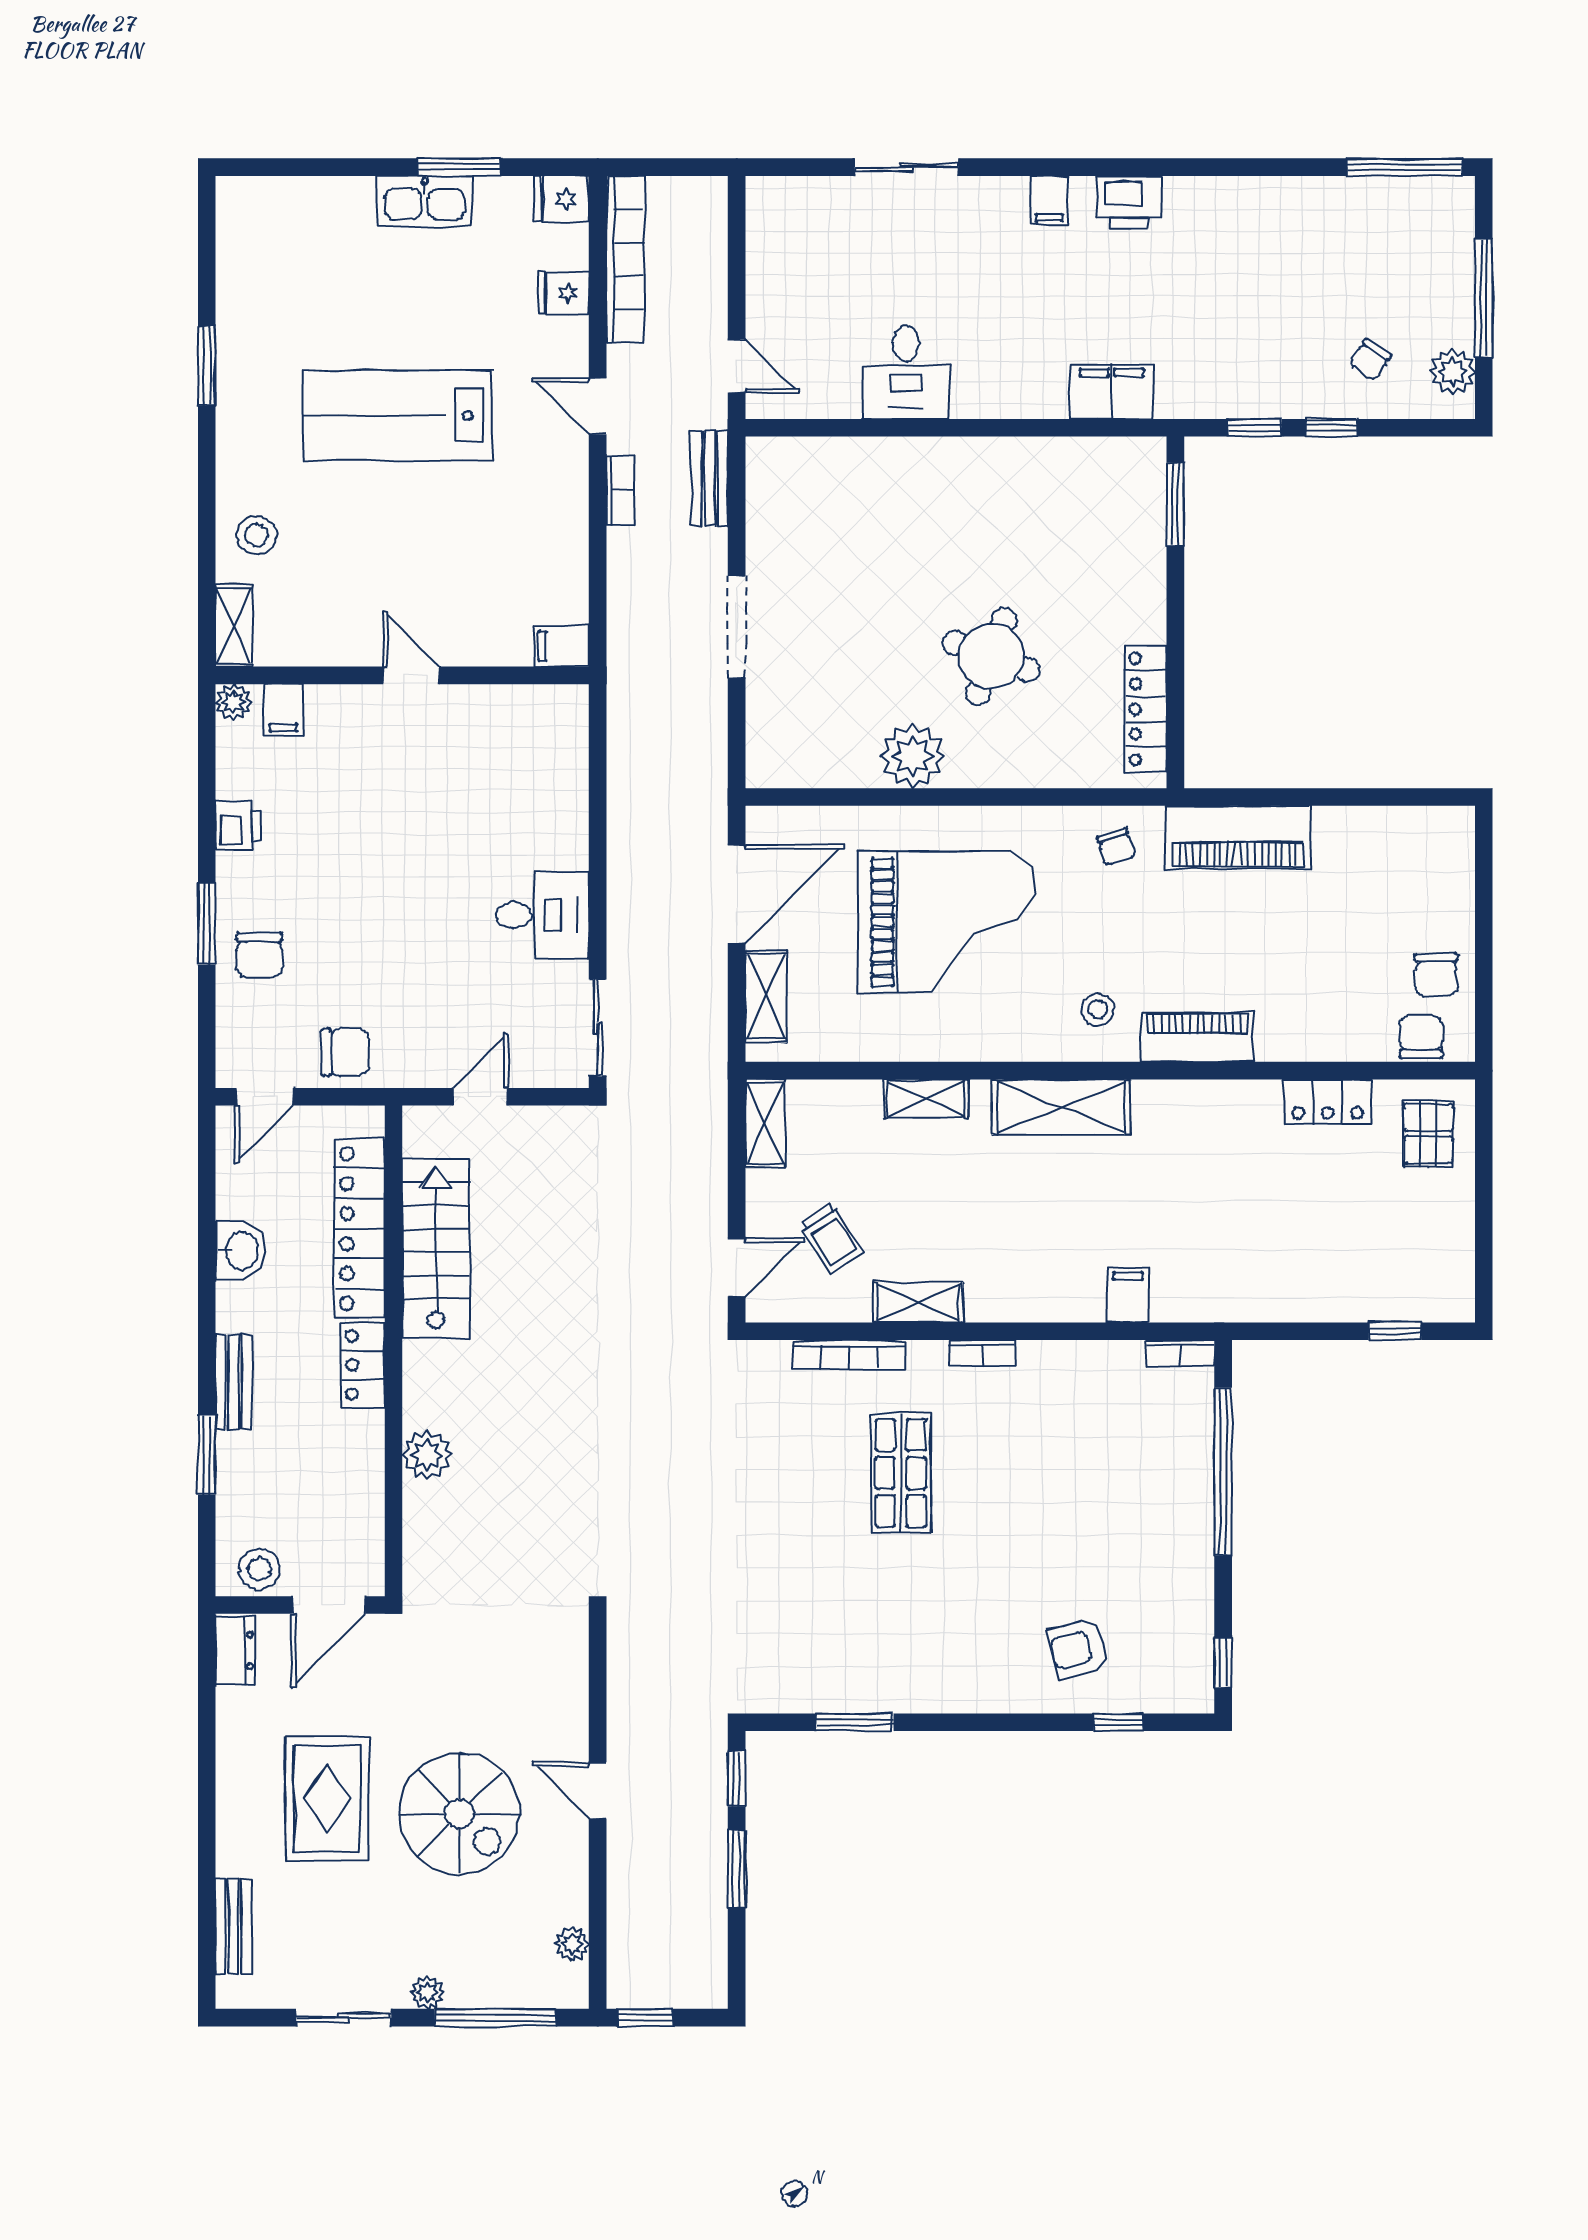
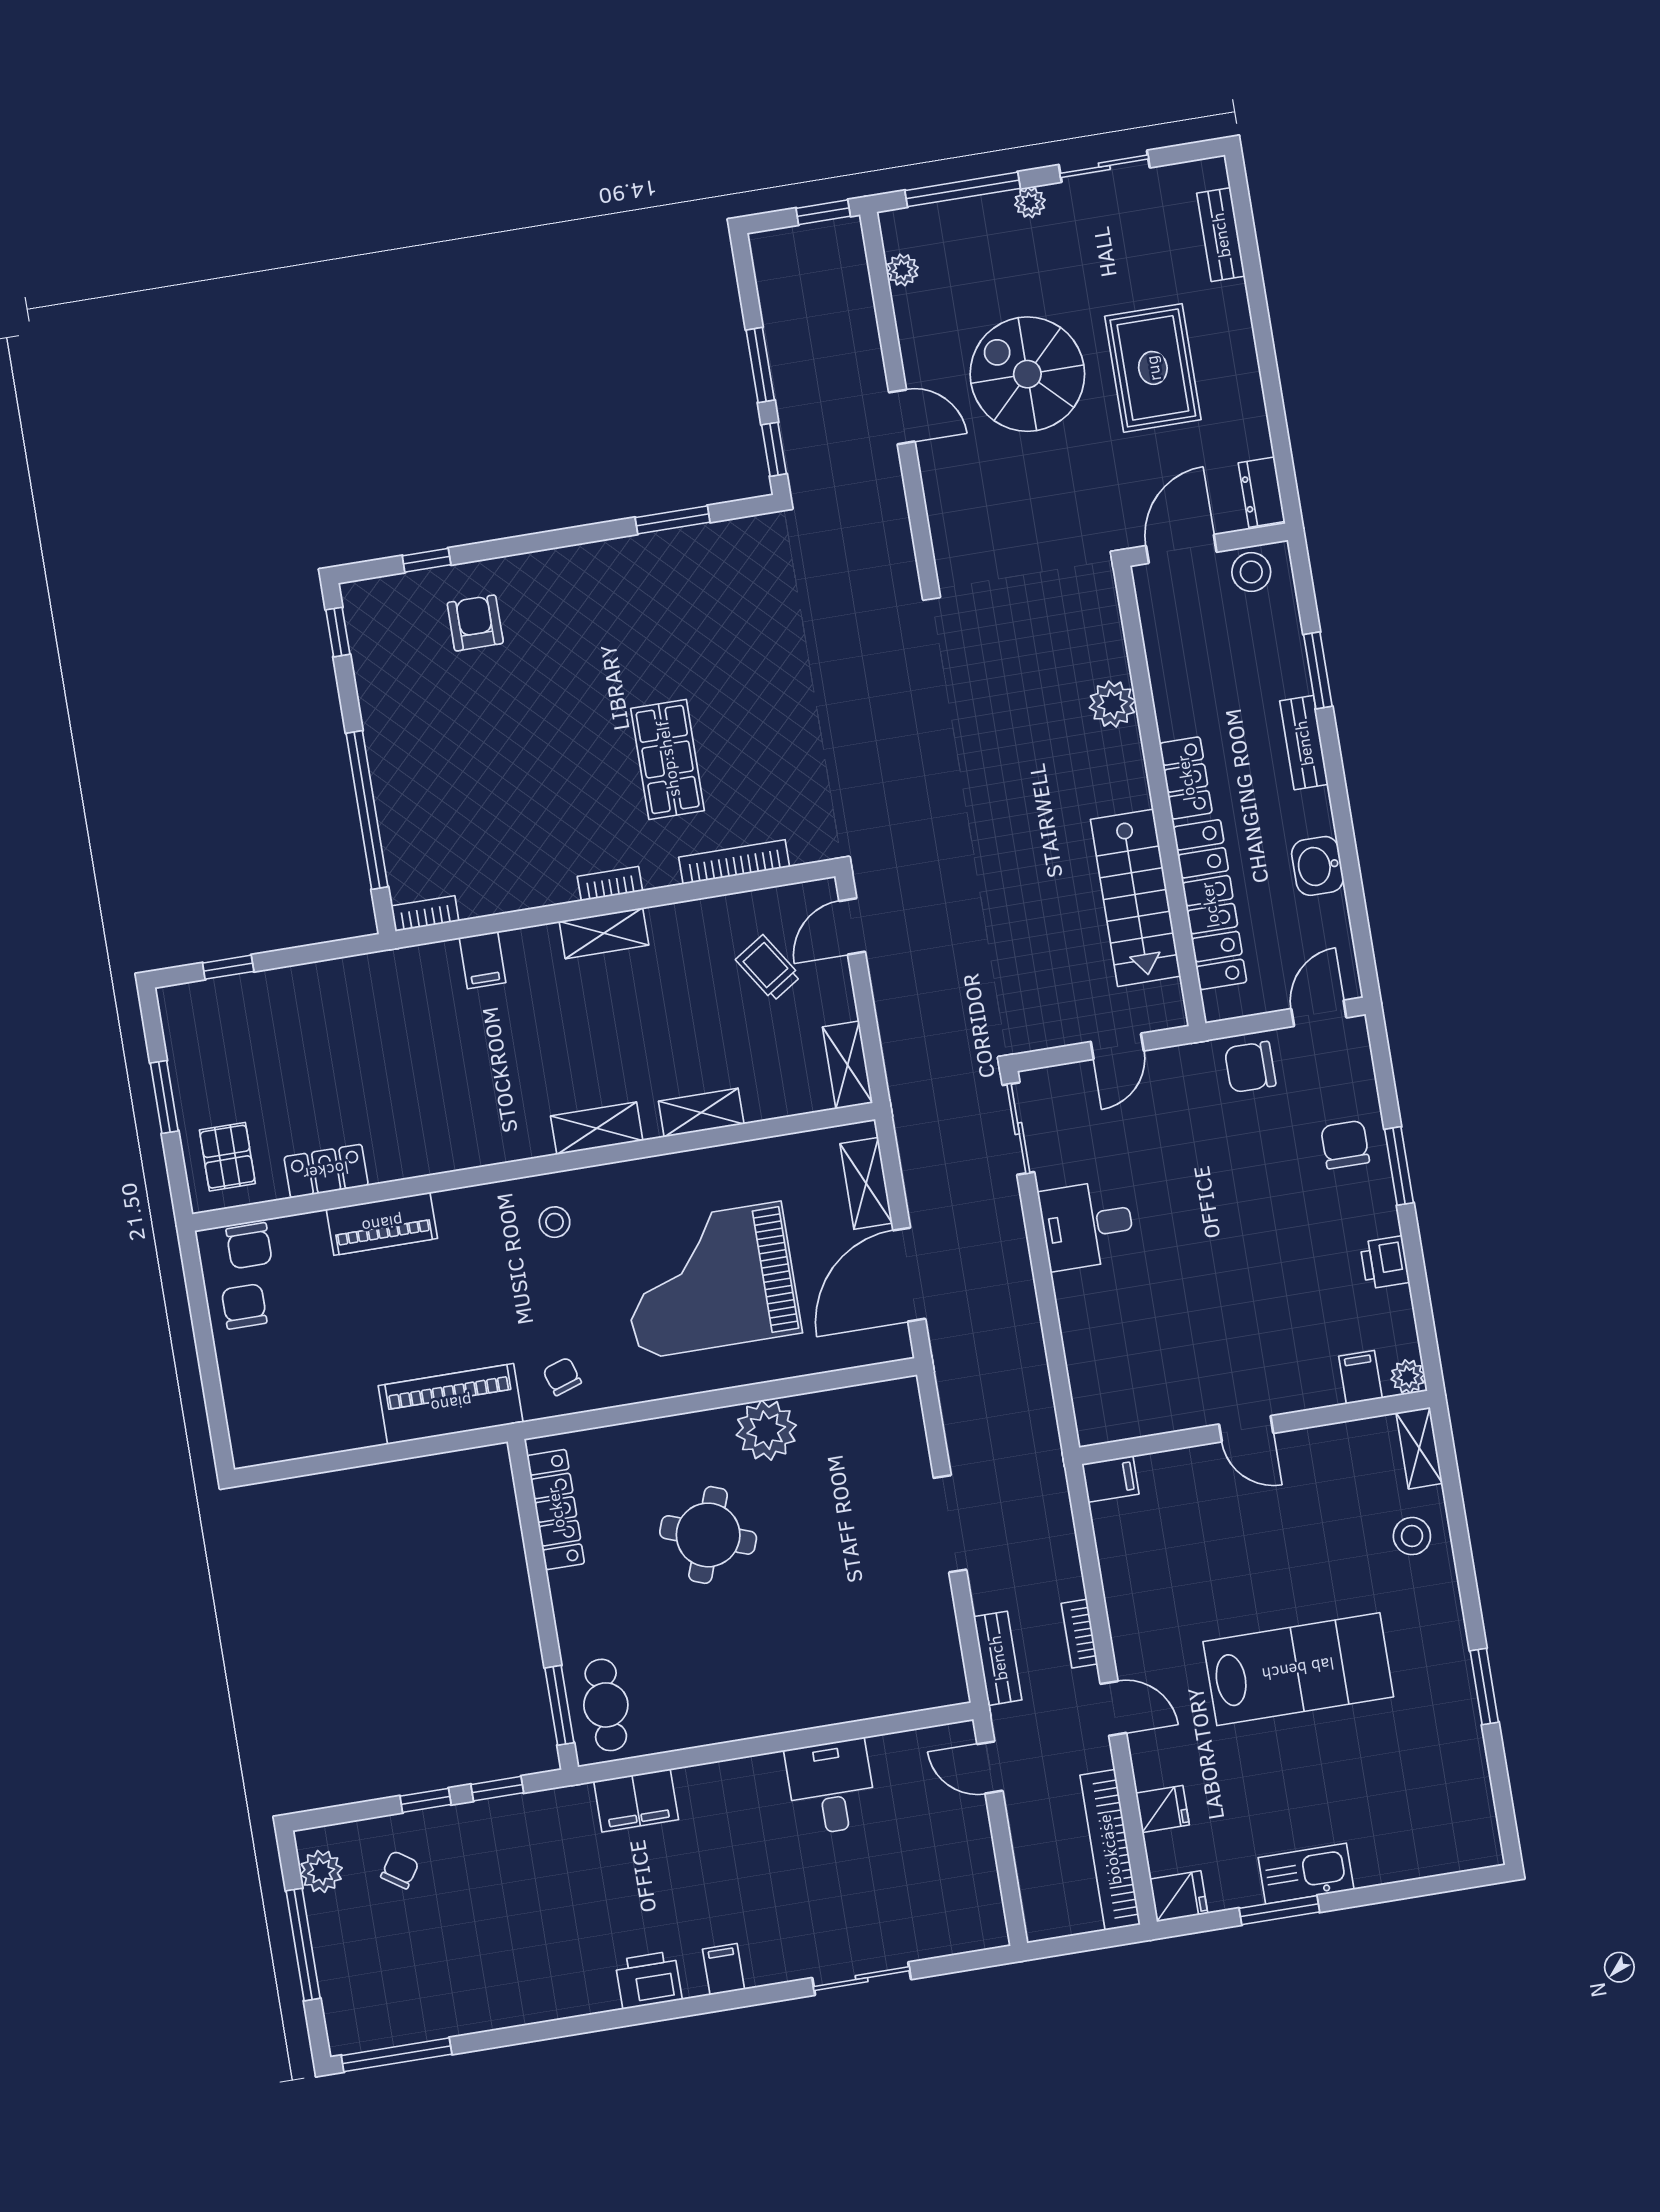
cafe table: (1127, 497) -> (606, 1705), added
piano: (1197, 1037) -> (382, 1224), moved
shelving: (1061, 1107) -> (597, 1128), width x0.67, depth x0.75
window: (1484, 1207) -> (164, 1097), added
shelving: (918, 1302) -> (604, 933), moved
armchair: (1078, 1648) -> (475, 623), turned -75

